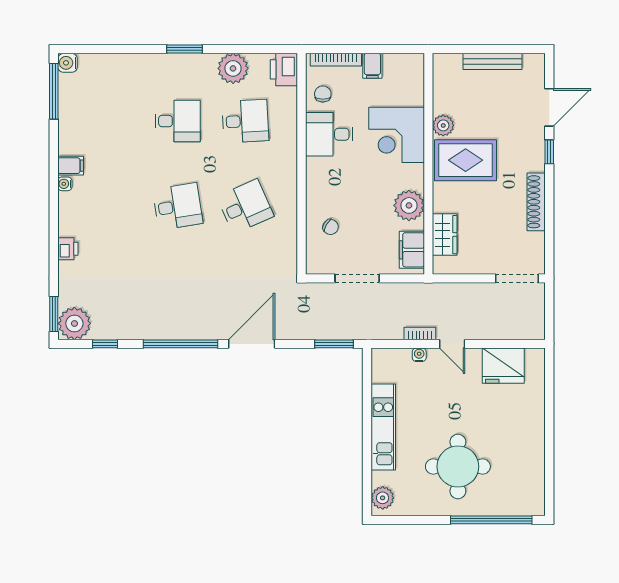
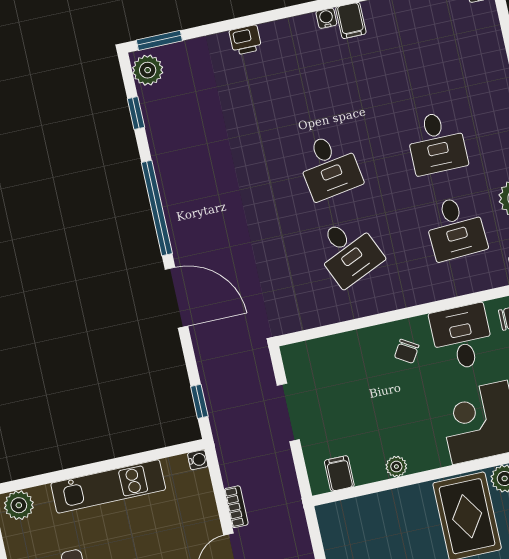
plant: (409, 205) -> (396, 467), width x0.53, depth x0.53
chair: (331, 227) -> (407, 351), moved
wardrobe: (445, 235) -> (368, 510), removed
filing cabinet: (412, 250) -> (339, 473), width x0.50
plant: (74, 323) -> (148, 70), width x0.73, depth x0.73
window: (334, 344) -> (199, 401), width x0.67
water cooler: (419, 355) -> (198, 460), moved

